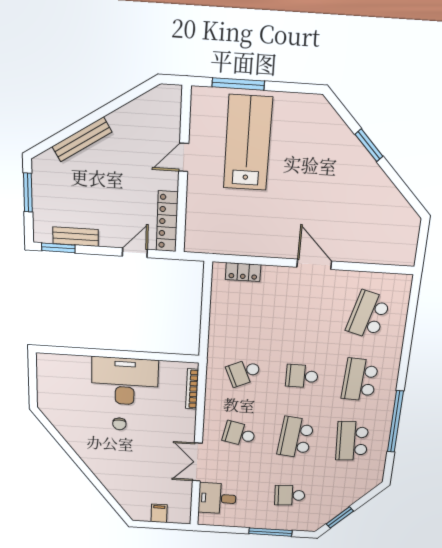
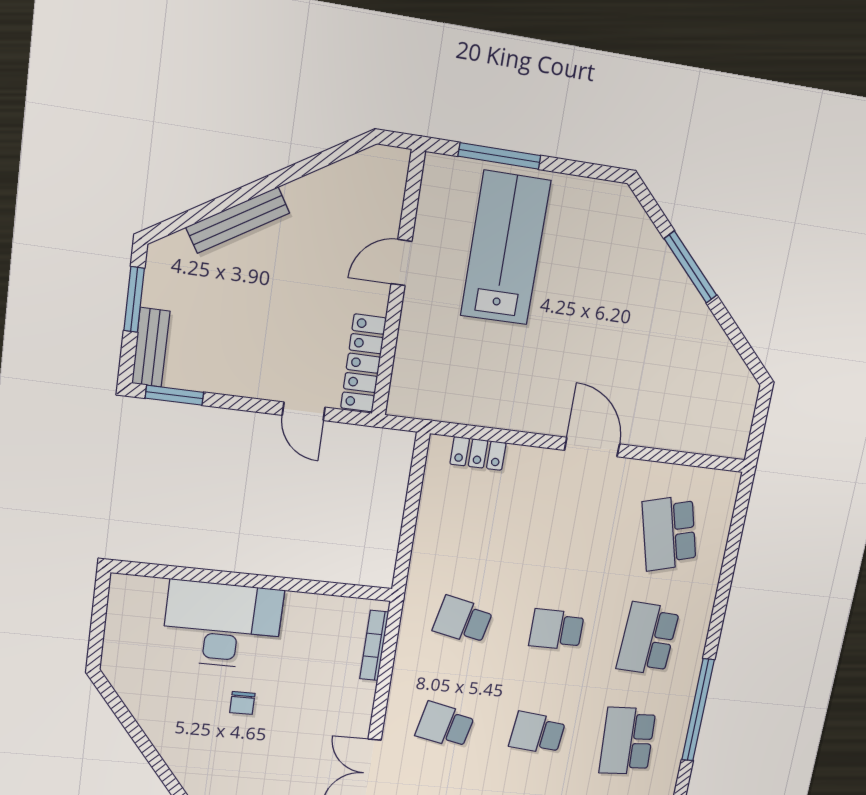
window: (369, 145) -> (691, 267), width x1.44
bench: (76, 237) -> (151, 347), moved, turned 90
door: (135, 253) -> (304, 411), swing flipped
school desk: (368, 315) -> (669, 533), turned -30
school desk: (244, 372) -> (463, 620), turned 36
desk: (125, 381) -> (222, 625), moved
school desk: (296, 437) -> (537, 733), width x0.54

